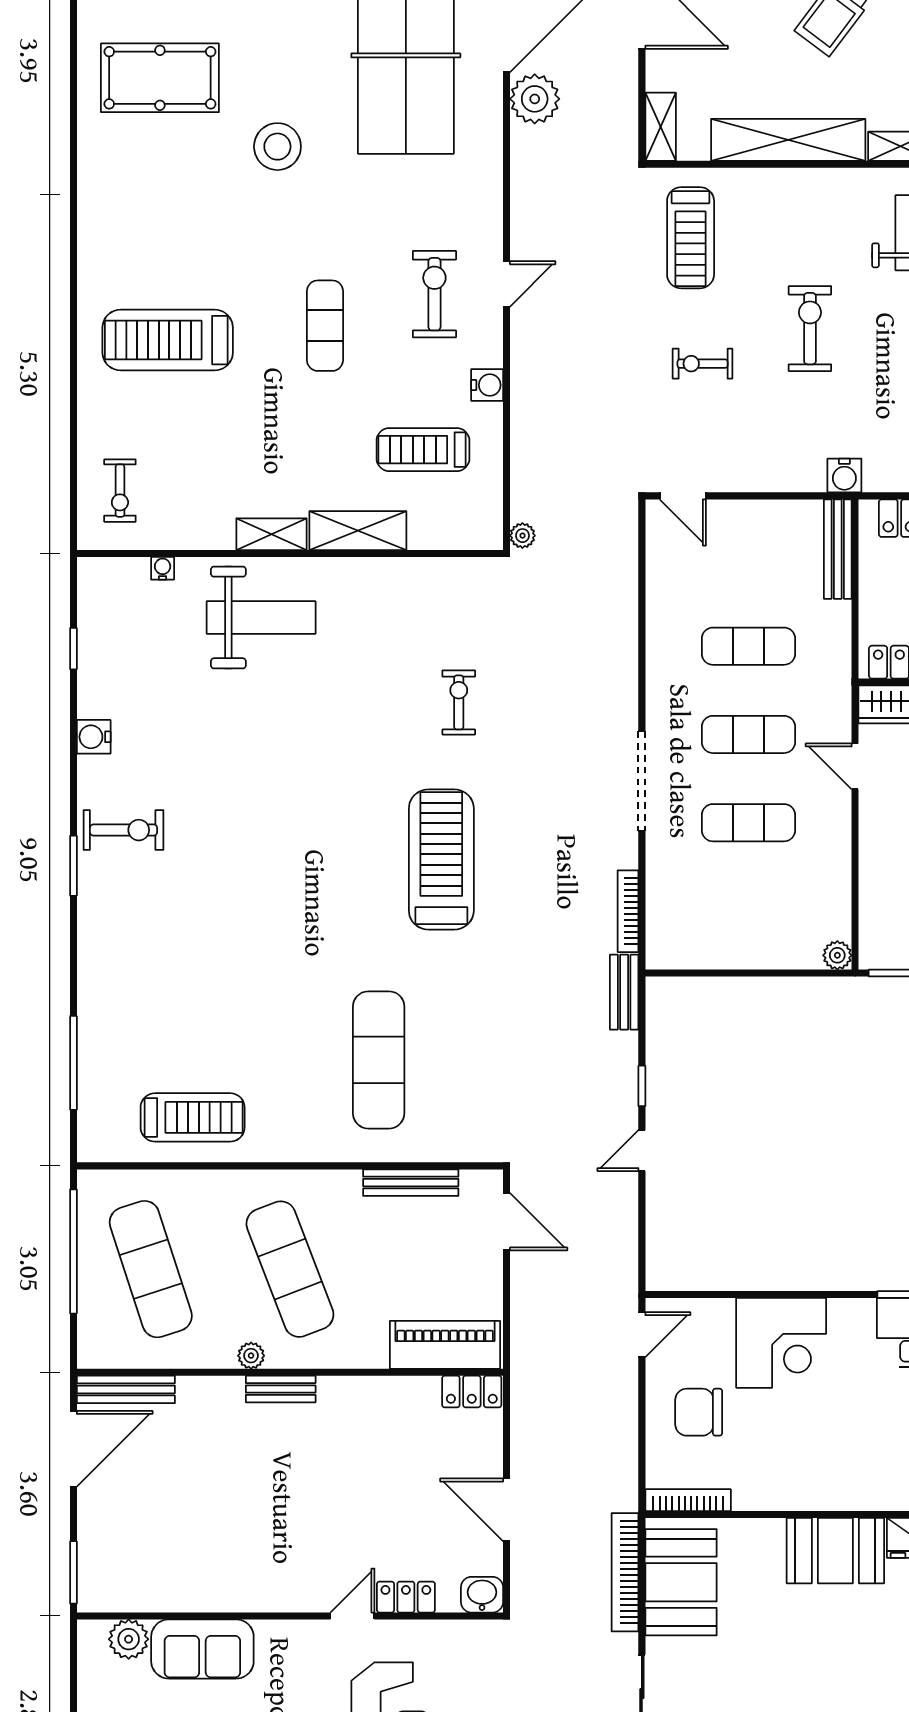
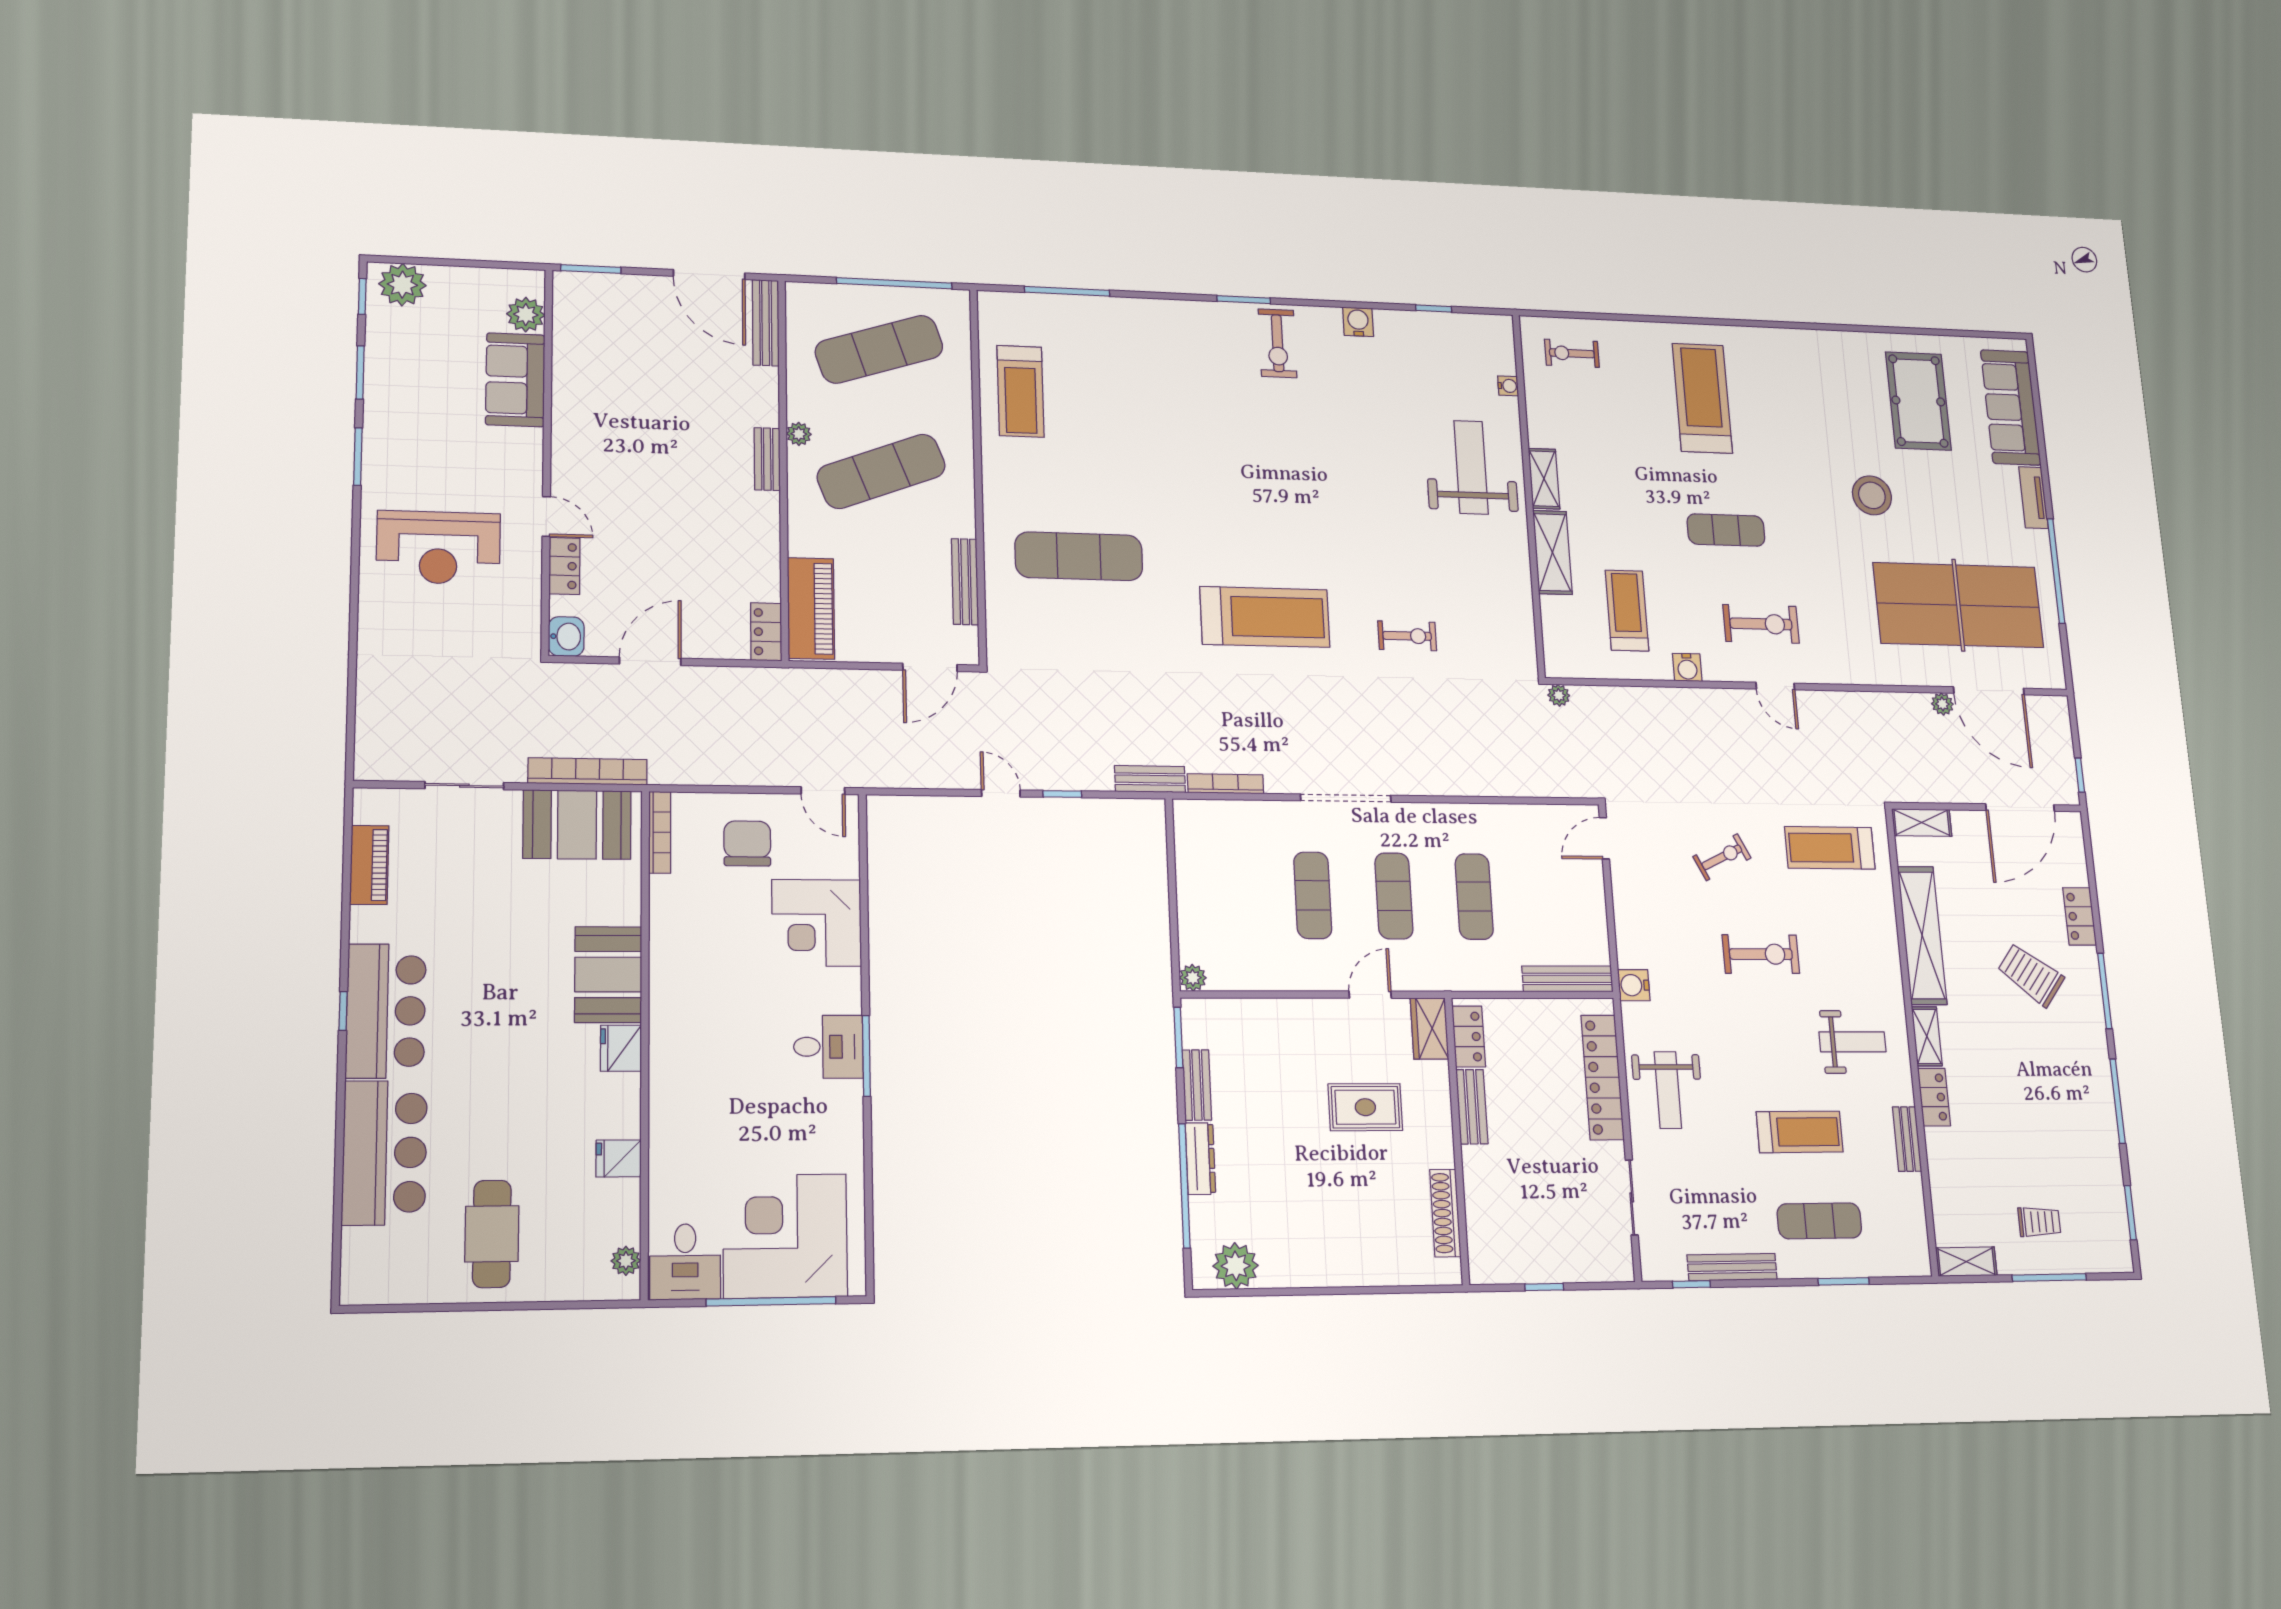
plant: (535, 99) -> (1942, 704), width x0.53, depth x0.53
exercise bike: (703, 364) -> (1722, 857), turned 64
weight bench: (261, 617) -> (1471, 467), turned 180

